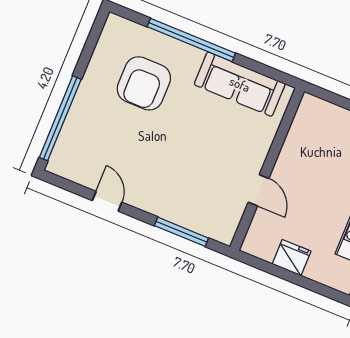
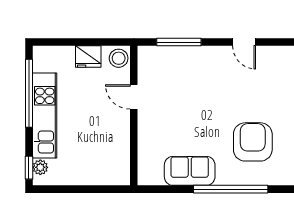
sofa: (240, 84) -> (190, 171), width x0.73
stool: (258, 242) -> (119, 58), added

